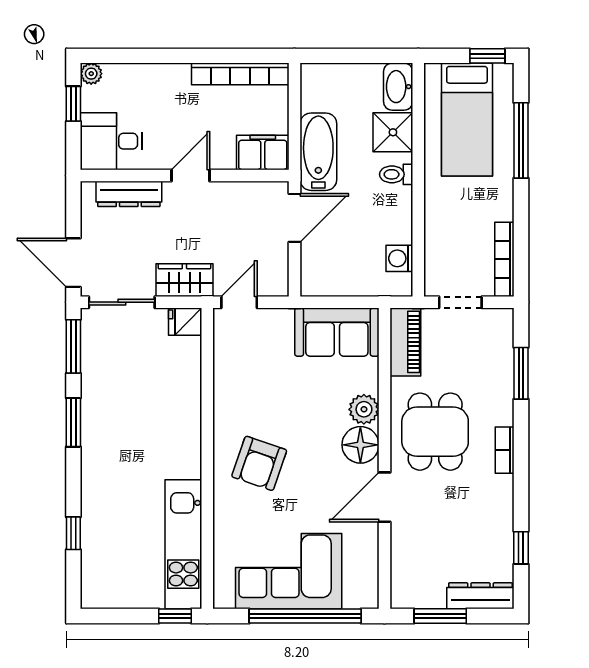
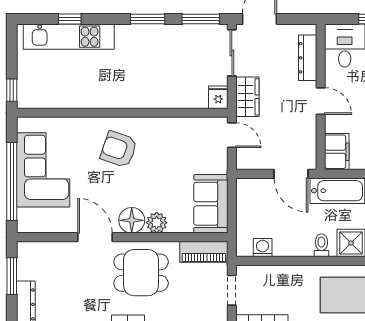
kitchen unit: (183, 544) -> (69, 37), moved, turned 180

